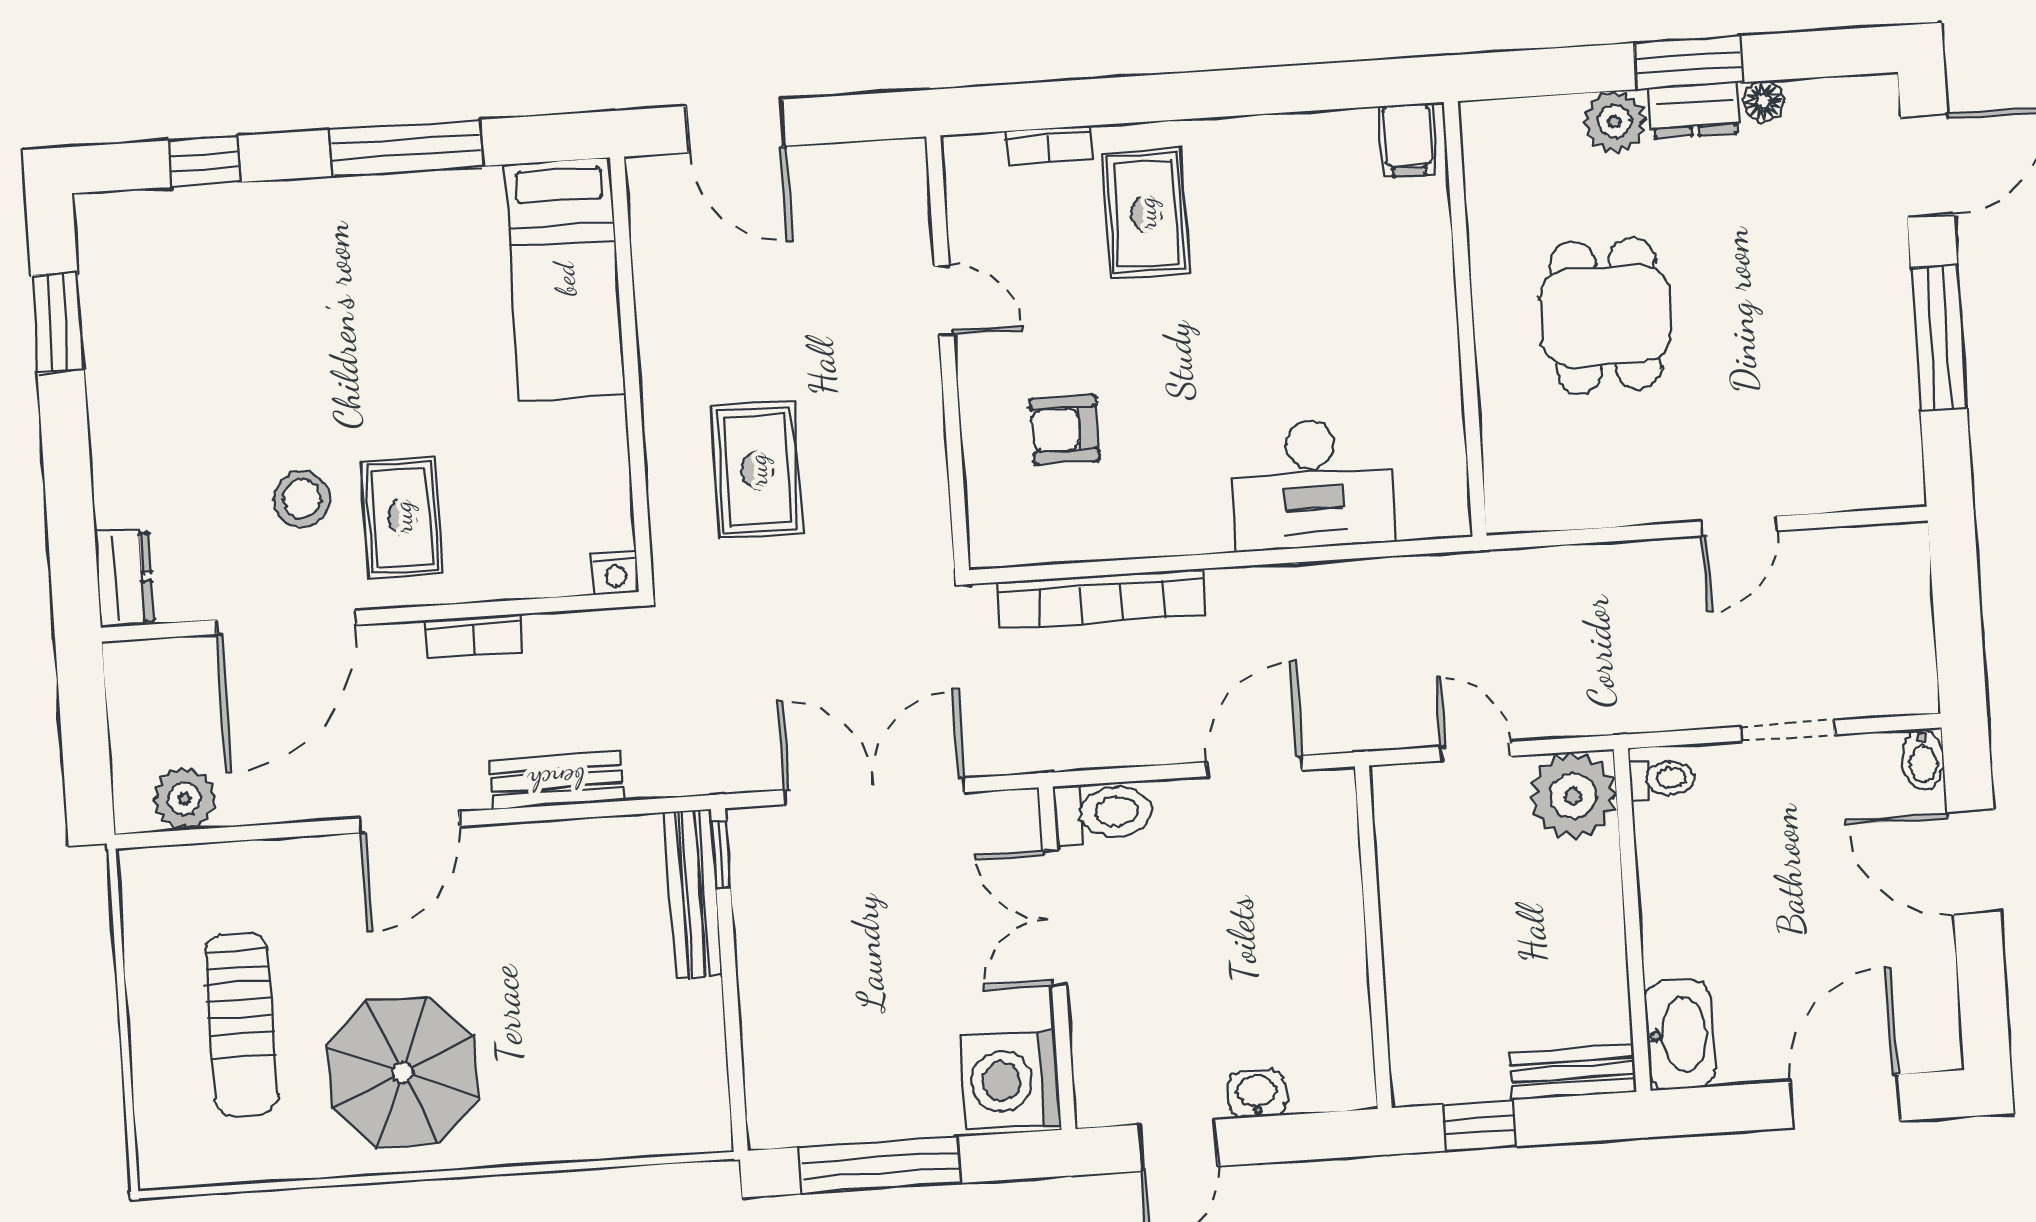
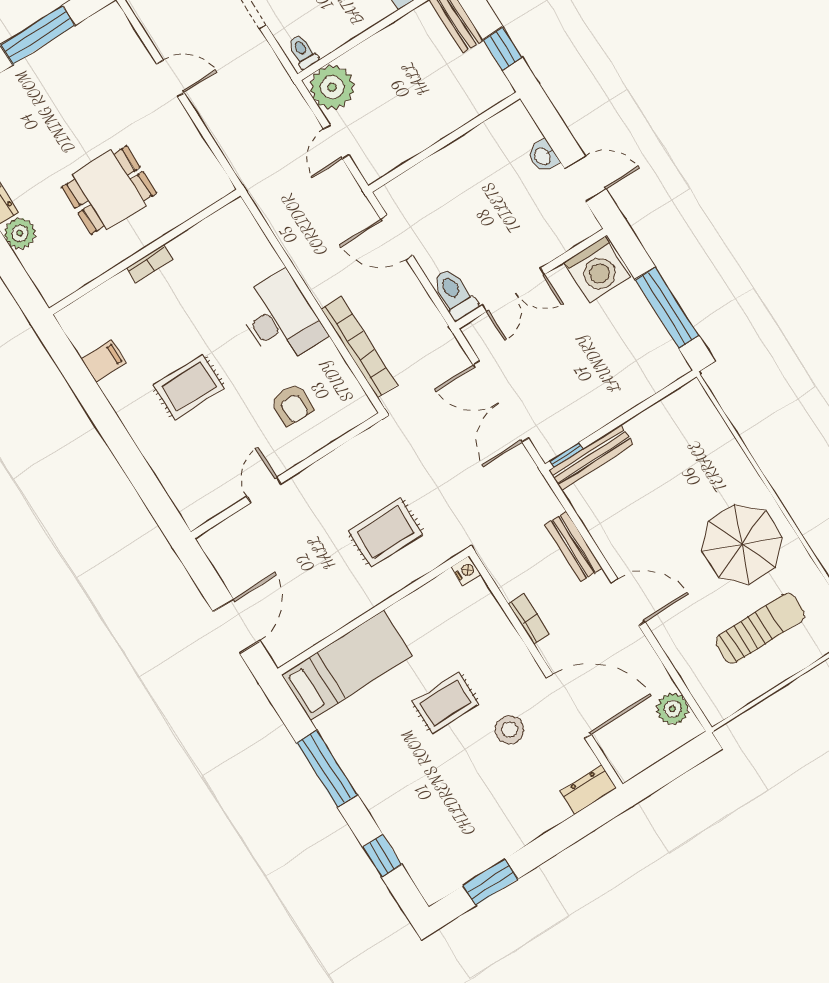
filing cabinet: (1407, 140) -> (104, 361), moved
bookcase: (1049, 145) -> (149, 264), moved, turned 90
rug: (1146, 213) -> (189, 387), moved
desk: (1312, 484) -> (280, 318), moved
rug: (402, 517) -> (445, 703), moved

